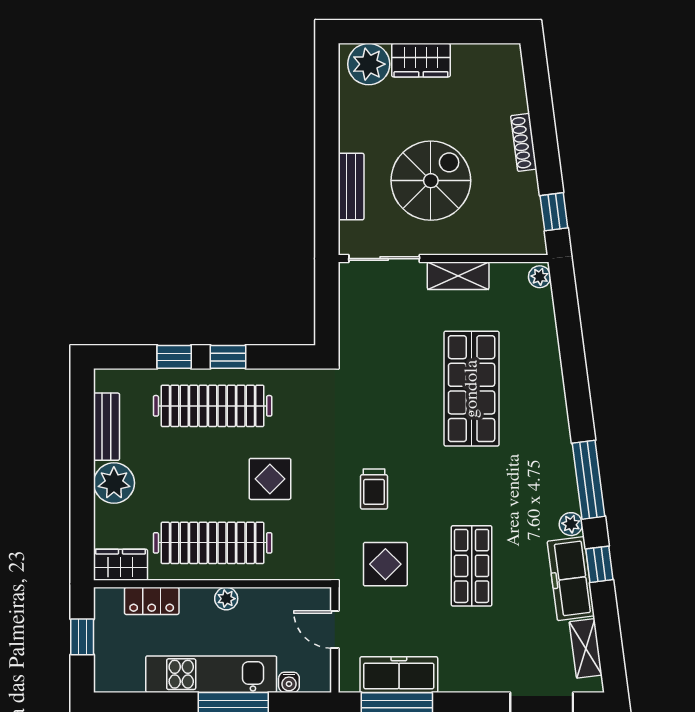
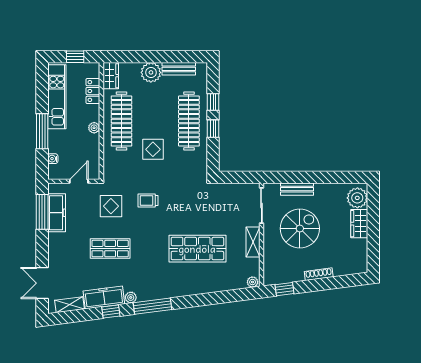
spiral stairs: (431, 181) -> (300, 228), turned -90
kitchen unit: (211, 674) -> (57, 97), moved

